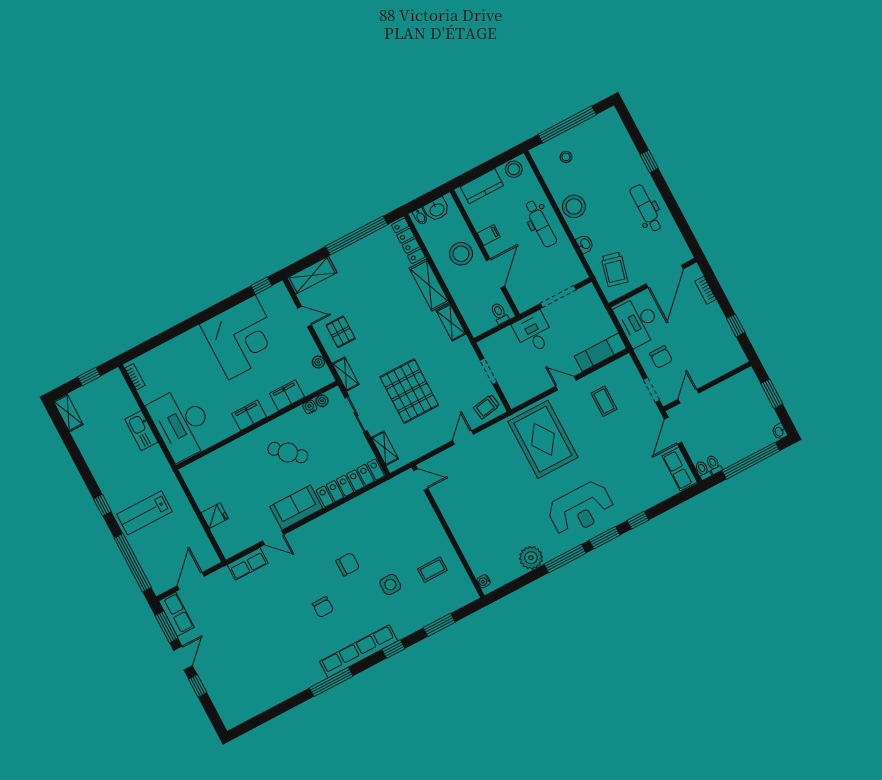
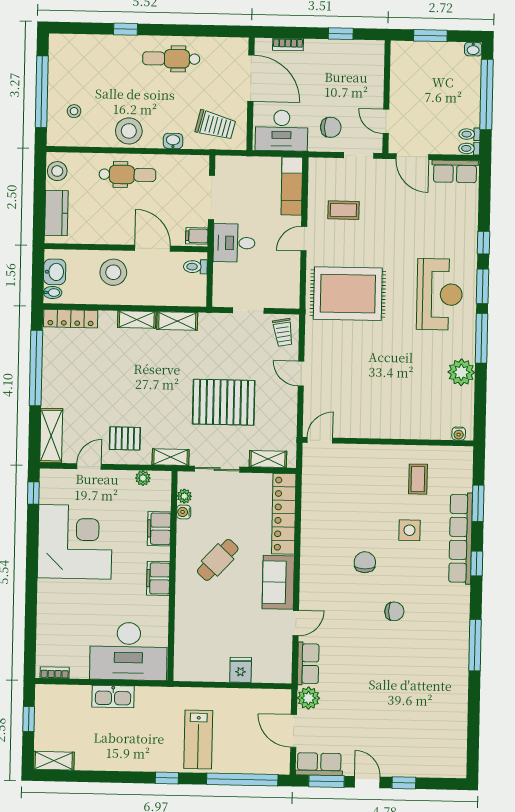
filing cabinet: (489, 235) -> (197, 236), moved, turned -90
shelving: (429, 285) -> (137, 320), width x0.67, depth x0.75
plant: (222, 579) -> (308, 698), added
row of seats: (359, 651) -> (461, 538), moved

